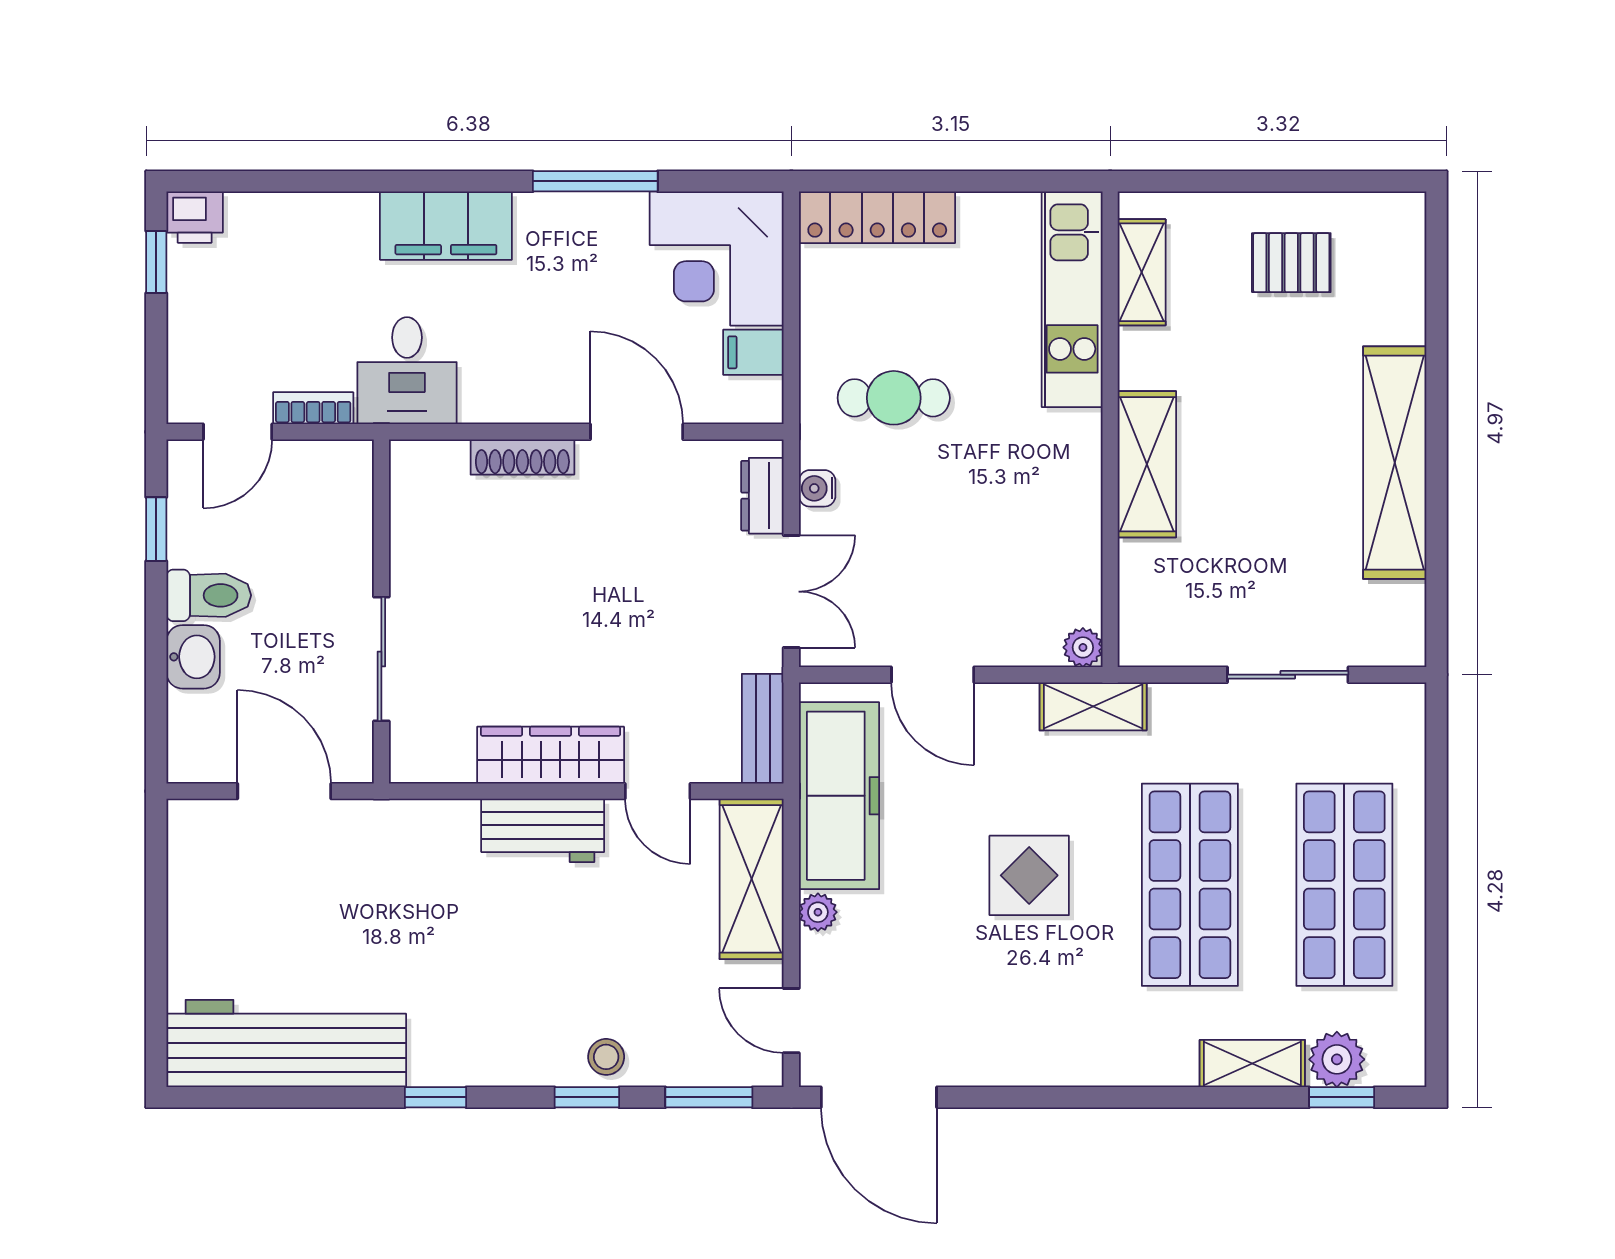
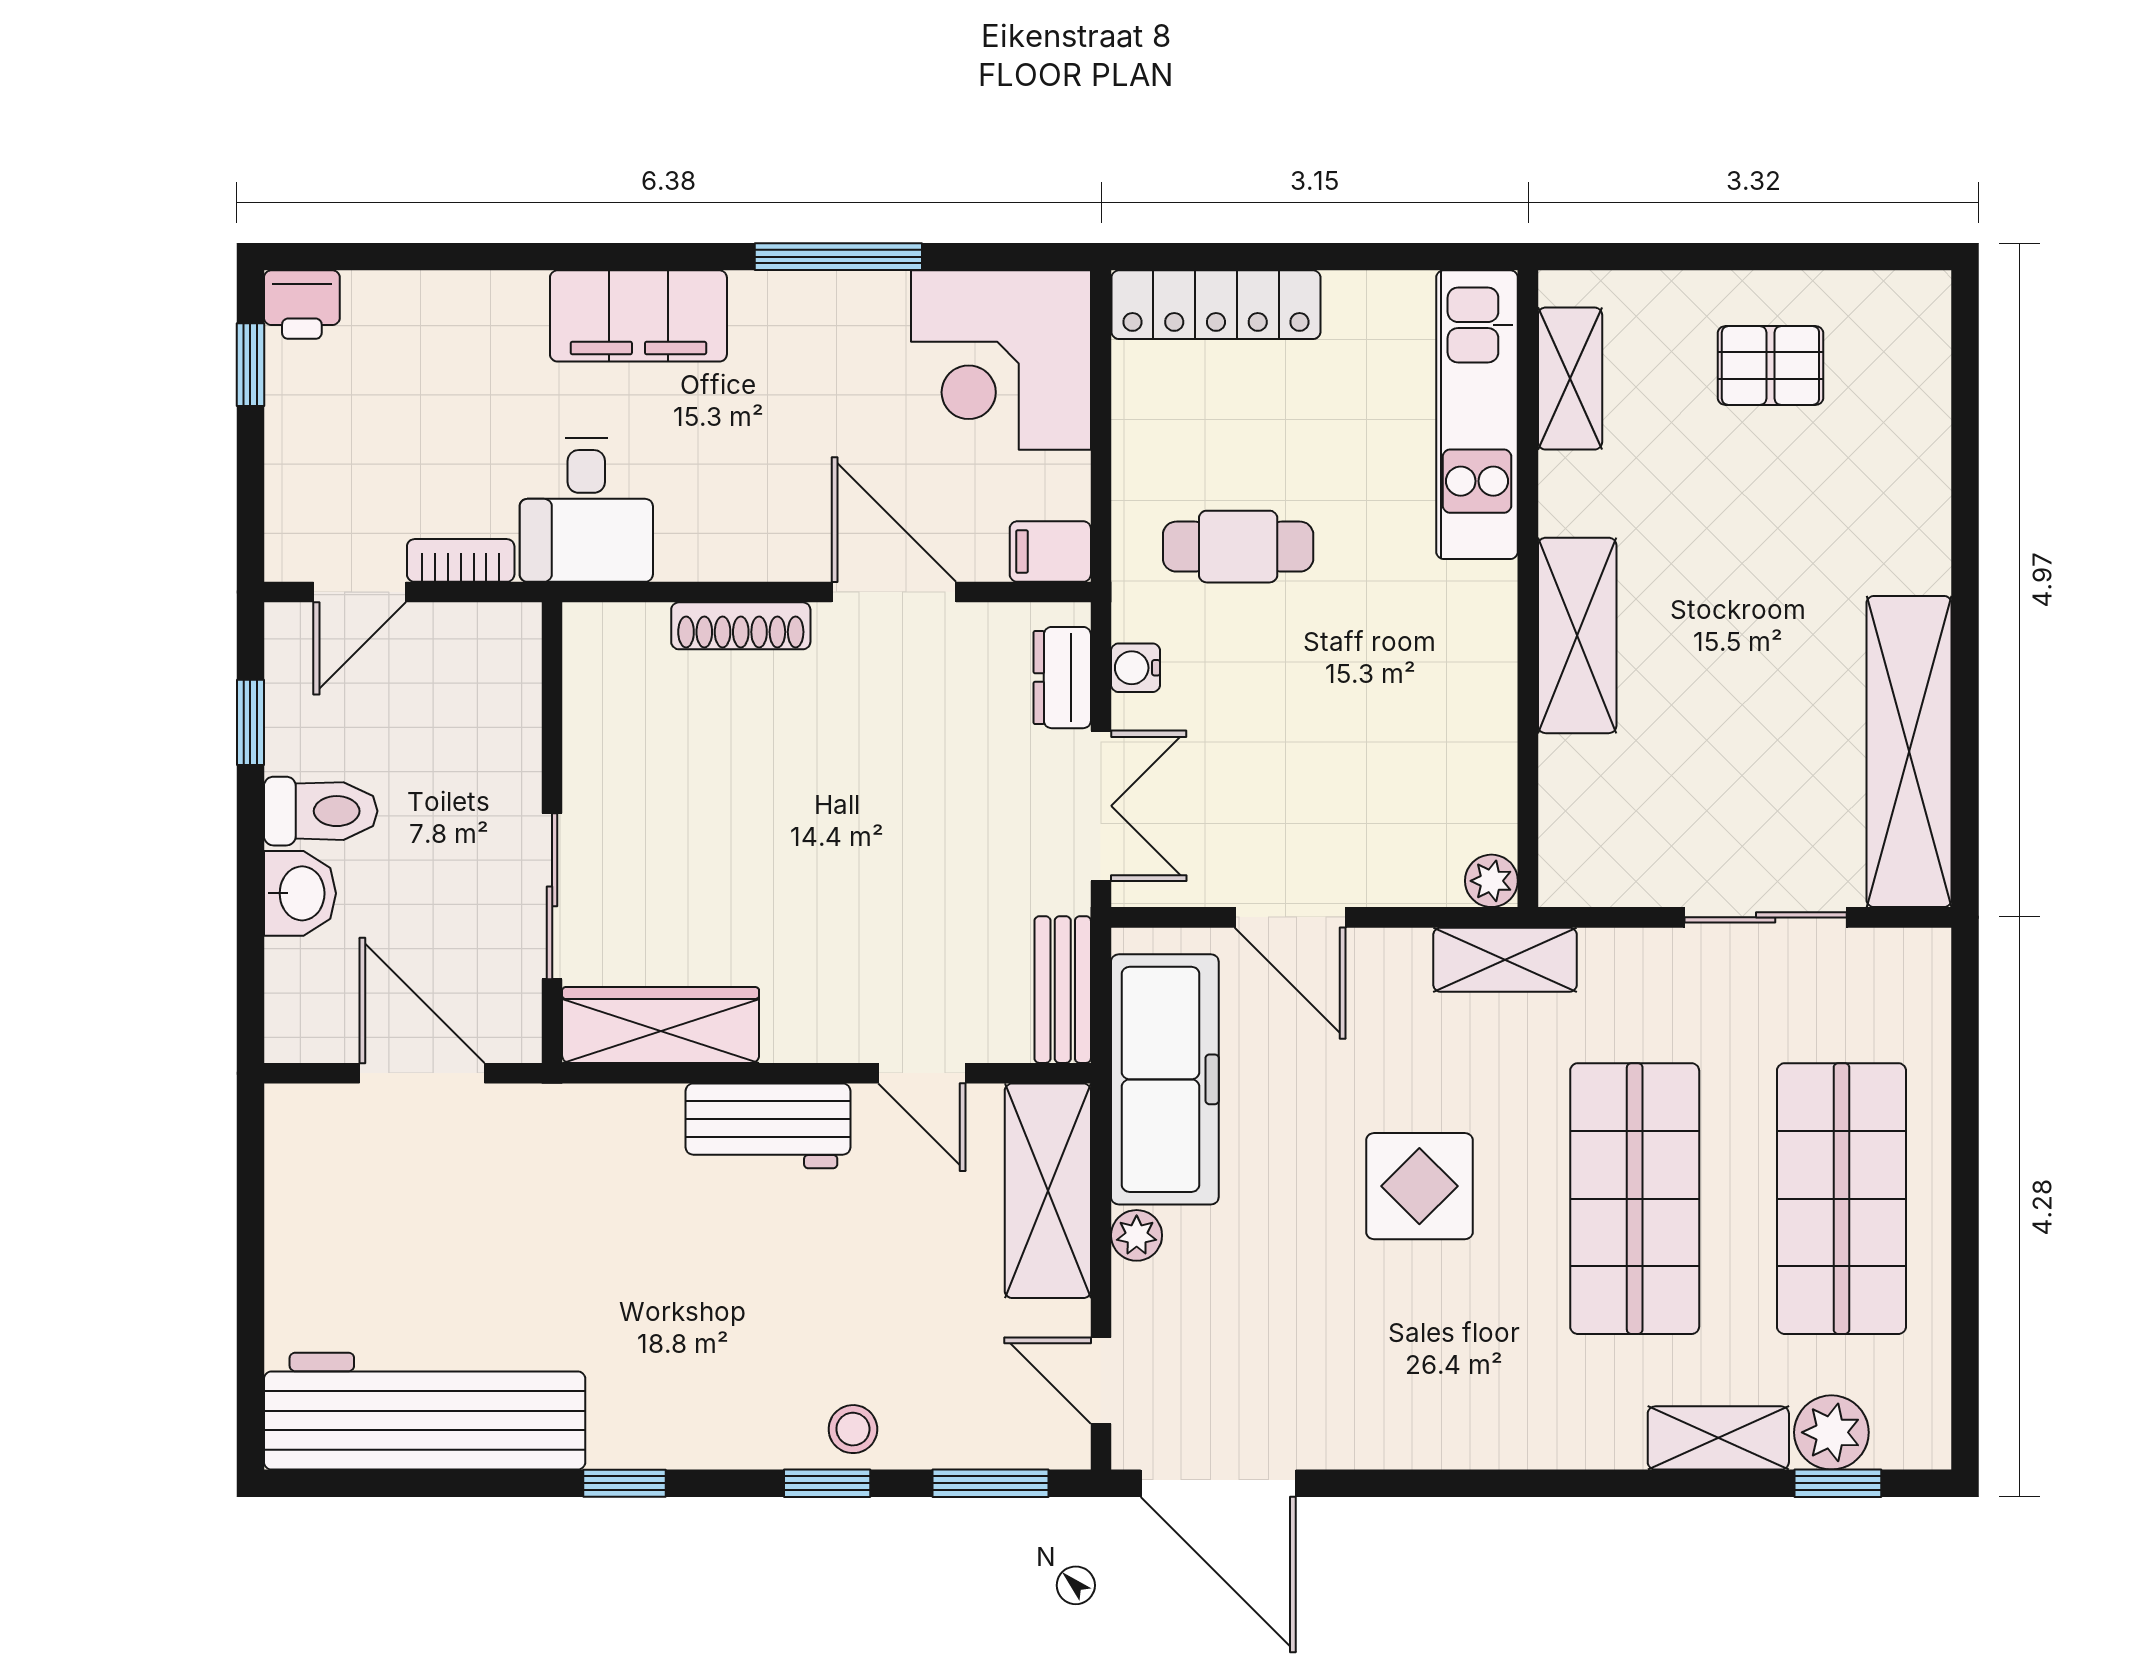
filing cabinet: (753, 352) -> (1050, 552), moved
shelving: (1395, 463) -> (1909, 751), moved
wardrobe: (551, 755) -> (661, 1025), moved

